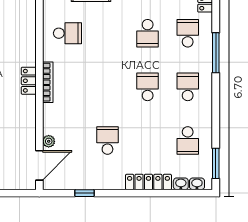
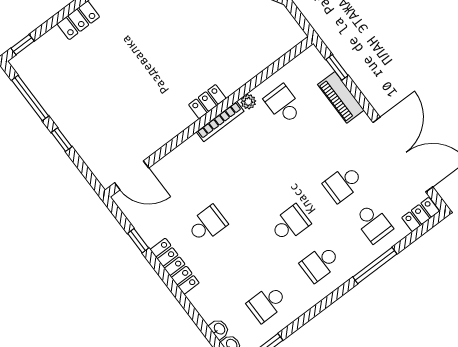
school desk: (67, 33) -> (283, 104), turned 180
school desk: (188, 33) -> (373, 223), turned 90
school desk: (188, 87) -> (320, 263), turned 180
plant: (49, 141) -> (248, 102), moved
locker: (148, 182) -> (175, 266), moved

